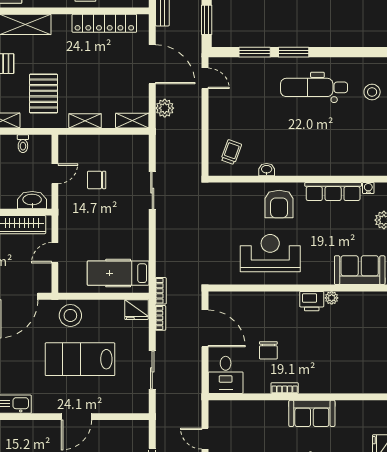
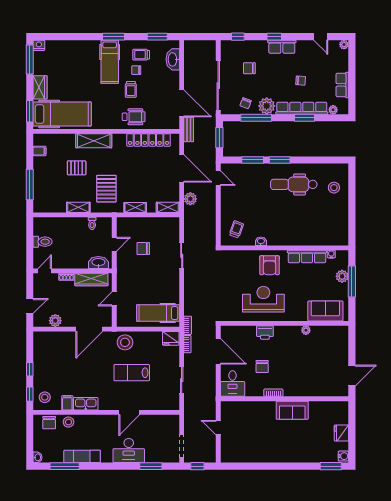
printer: (312, 301) -> (265, 332), moved
lab bench: (80, 359) -> (132, 373), width x0.73, depth x0.72

